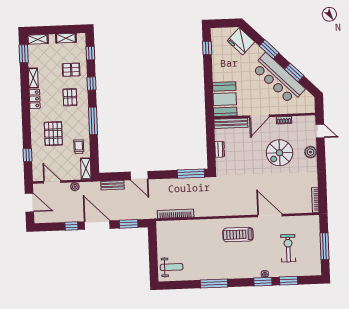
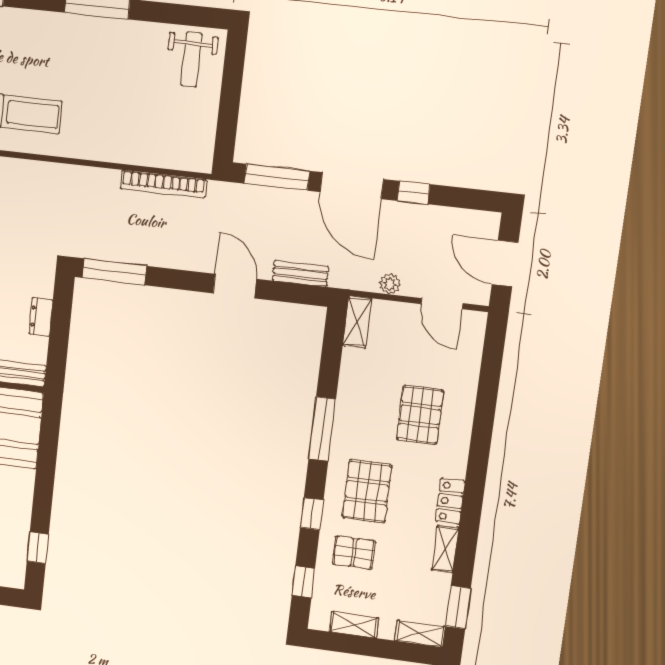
pallet: (70, 97) -> (367, 491), width x1.50, depth x1.42
trolley: (79, 147) -> (365, 375), removed
window: (28, 155) -> (490, 375), removed
window: (129, 224) -> (277, 177), width x1.44
weight bench: (172, 267) -> (191, 60), turned -90

